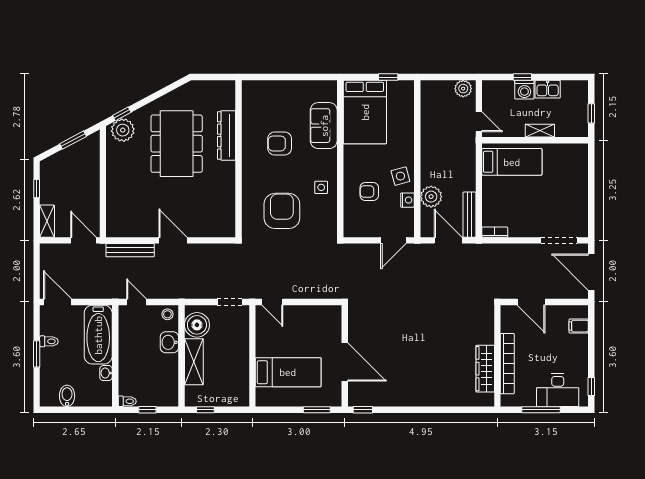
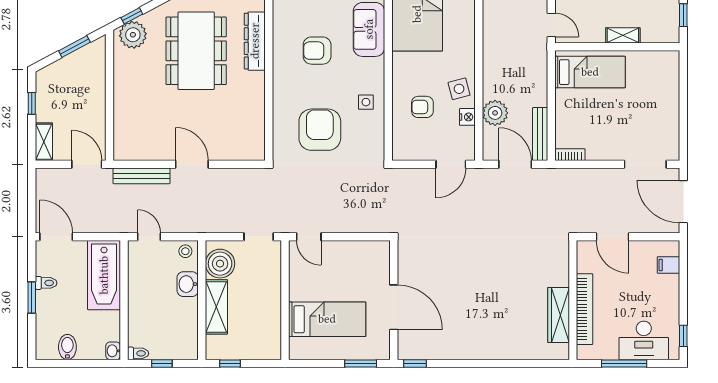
washbasin: (106, 373) -> (113, 351), moved

